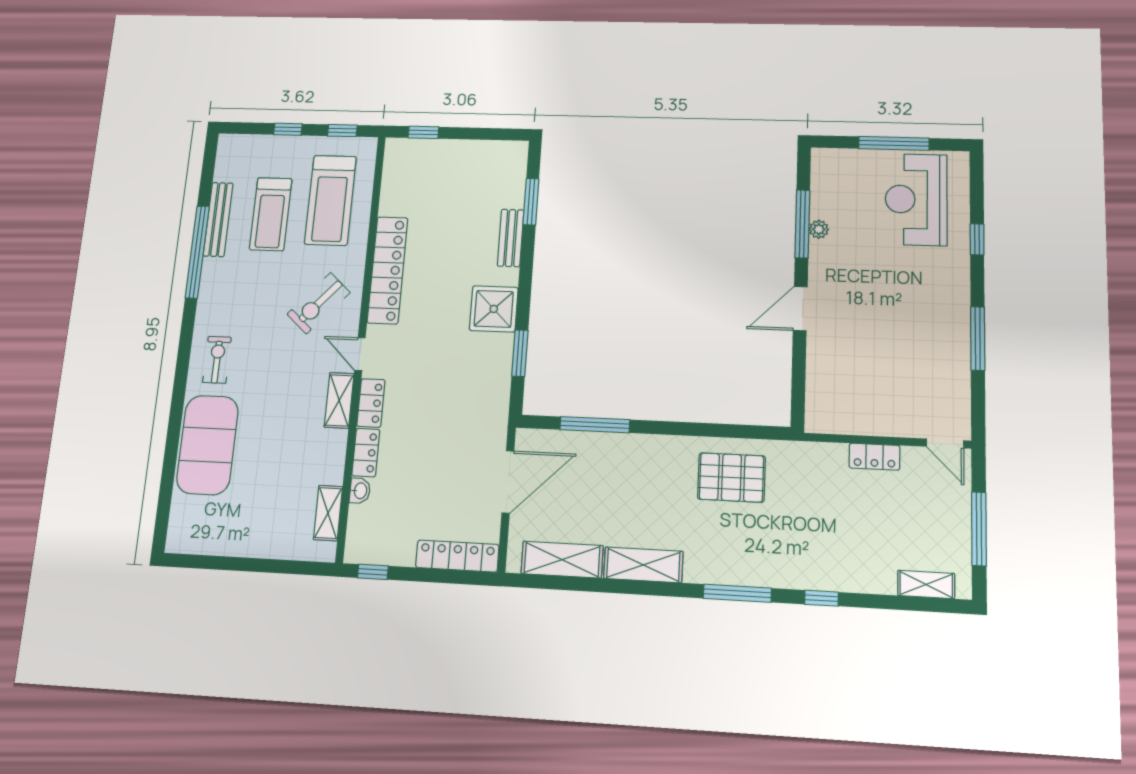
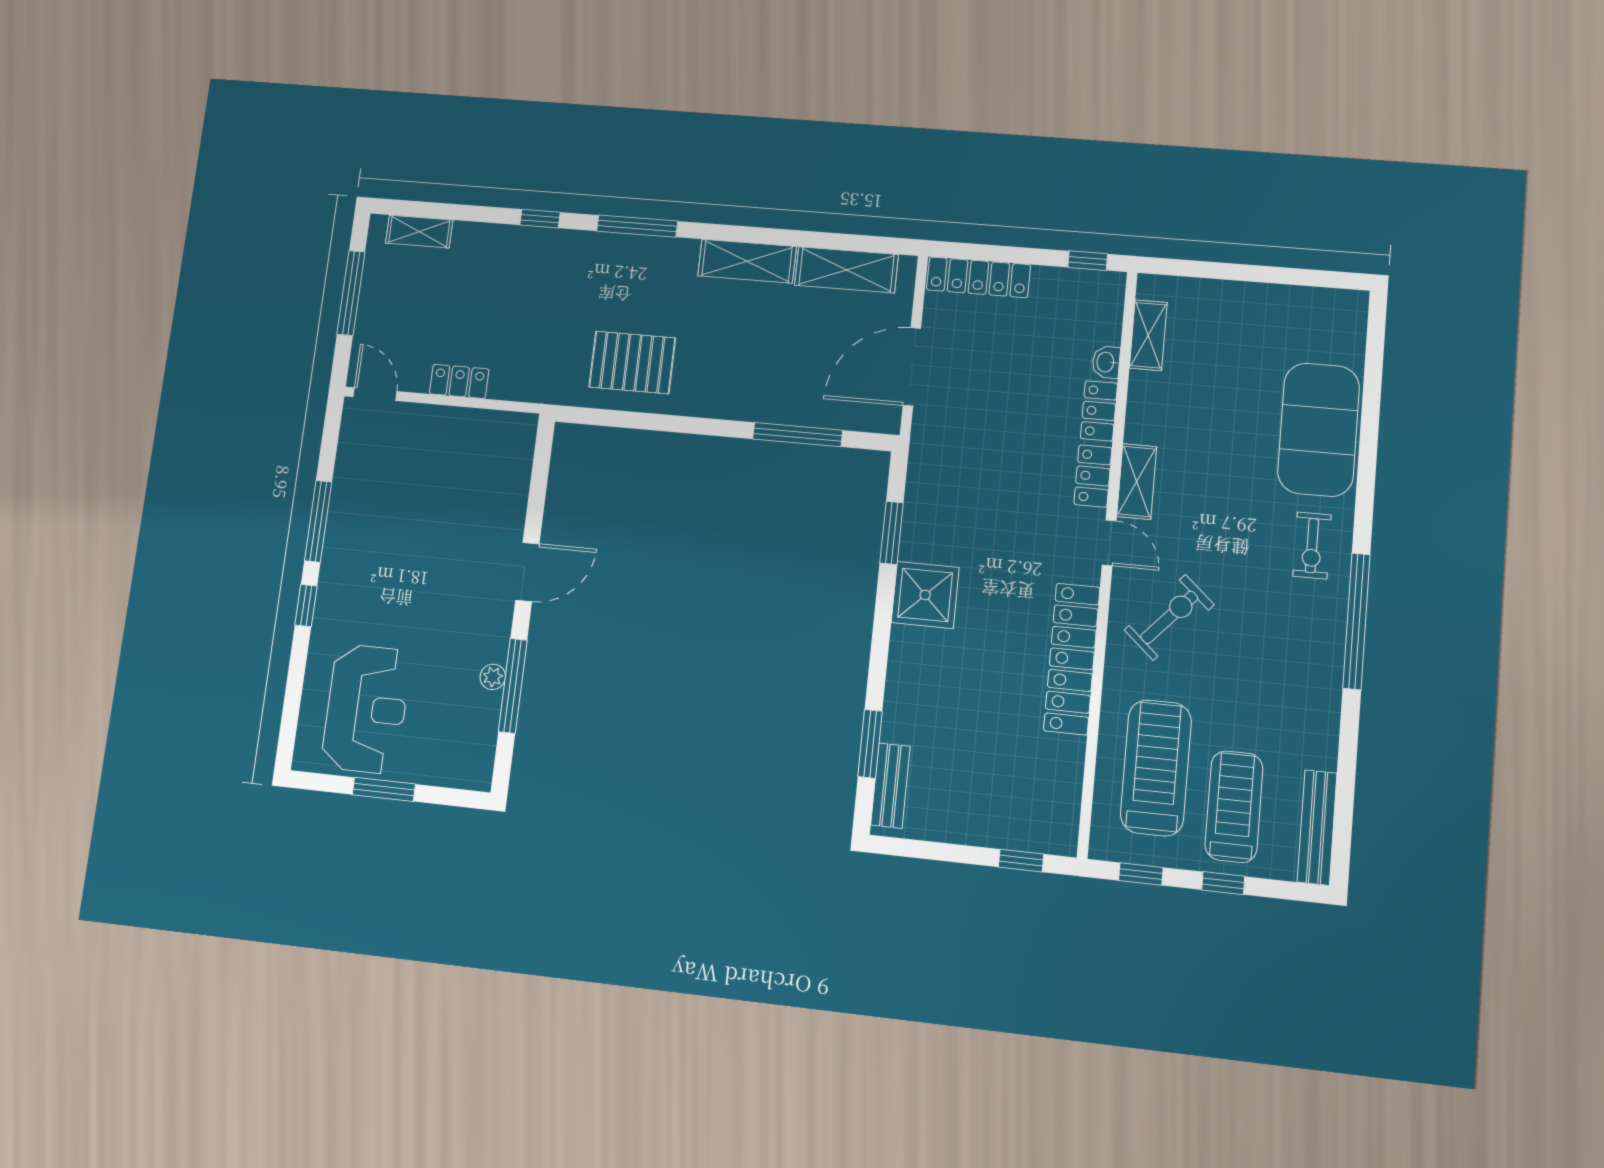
window: (894, 143) -> (384, 789), width x0.69
treadmill: (271, 214) -> (1234, 807), moved
bench: (218, 219) -> (1317, 827), moved
bench: (511, 238) -> (890, 786), moved
window: (977, 239) -> (306, 606), moved
window: (197, 252) -> (1356, 621), moved

